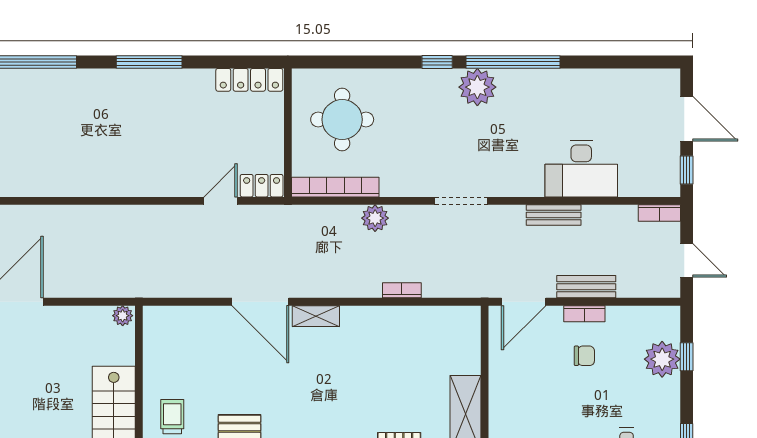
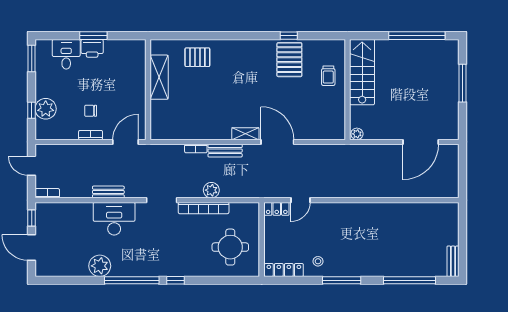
plant: (477, 87) -> (100, 266), moved
stool: (190, 95) -> (318, 261), added
desk: (581, 169) -> (114, 219), moved
bookcase: (335, 187) -> (204, 208), moved
bench: (586, 287) -> (225, 151), moved

